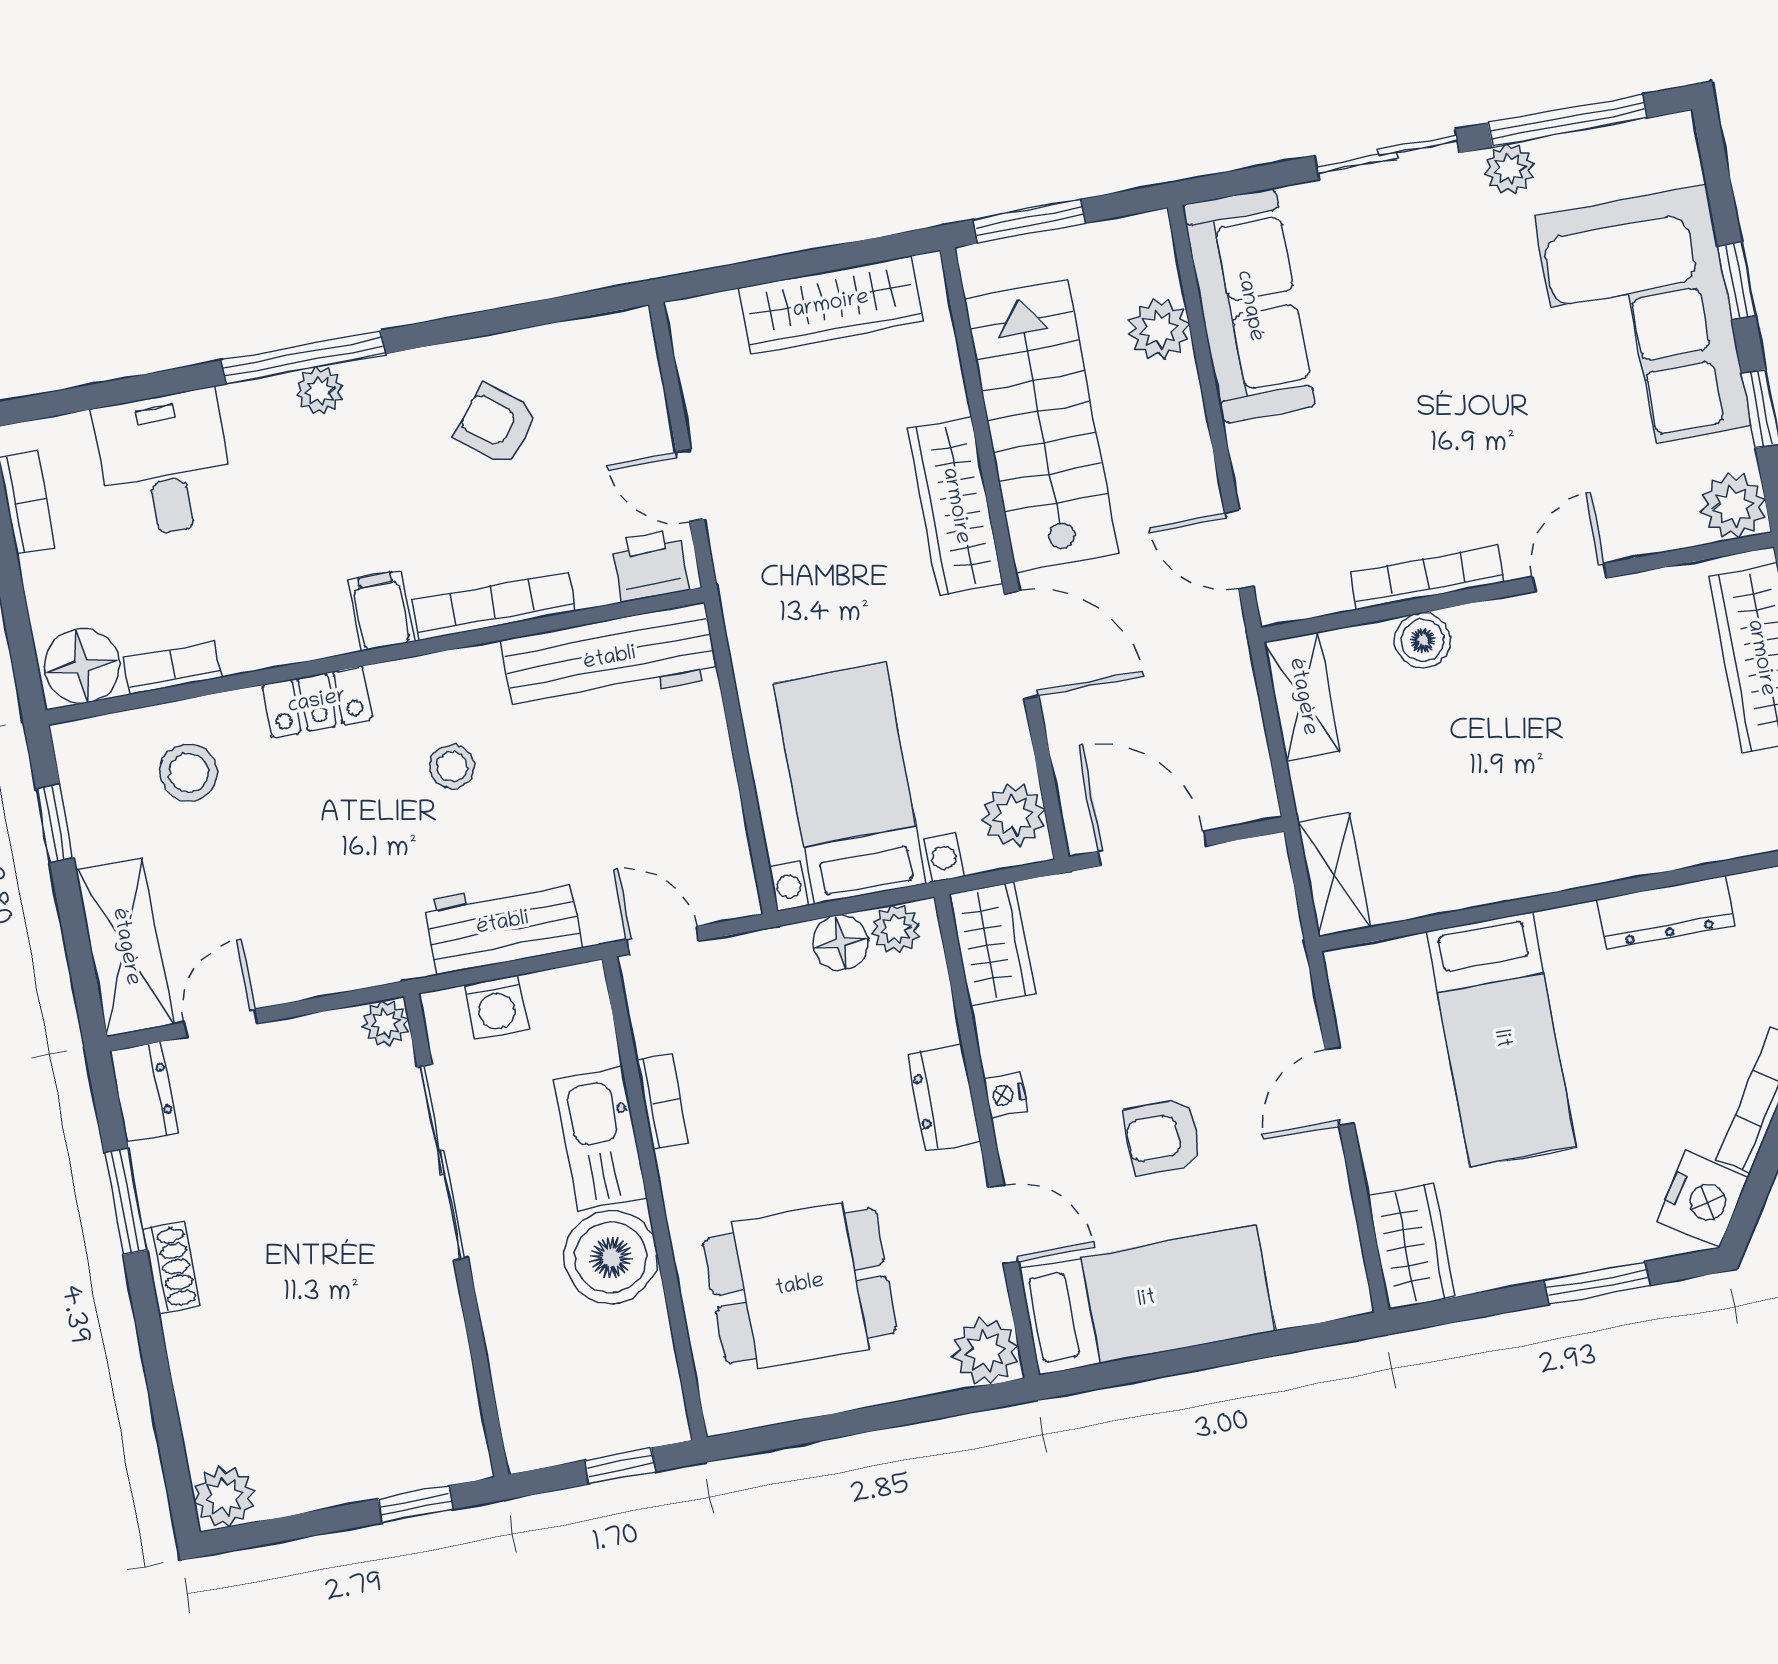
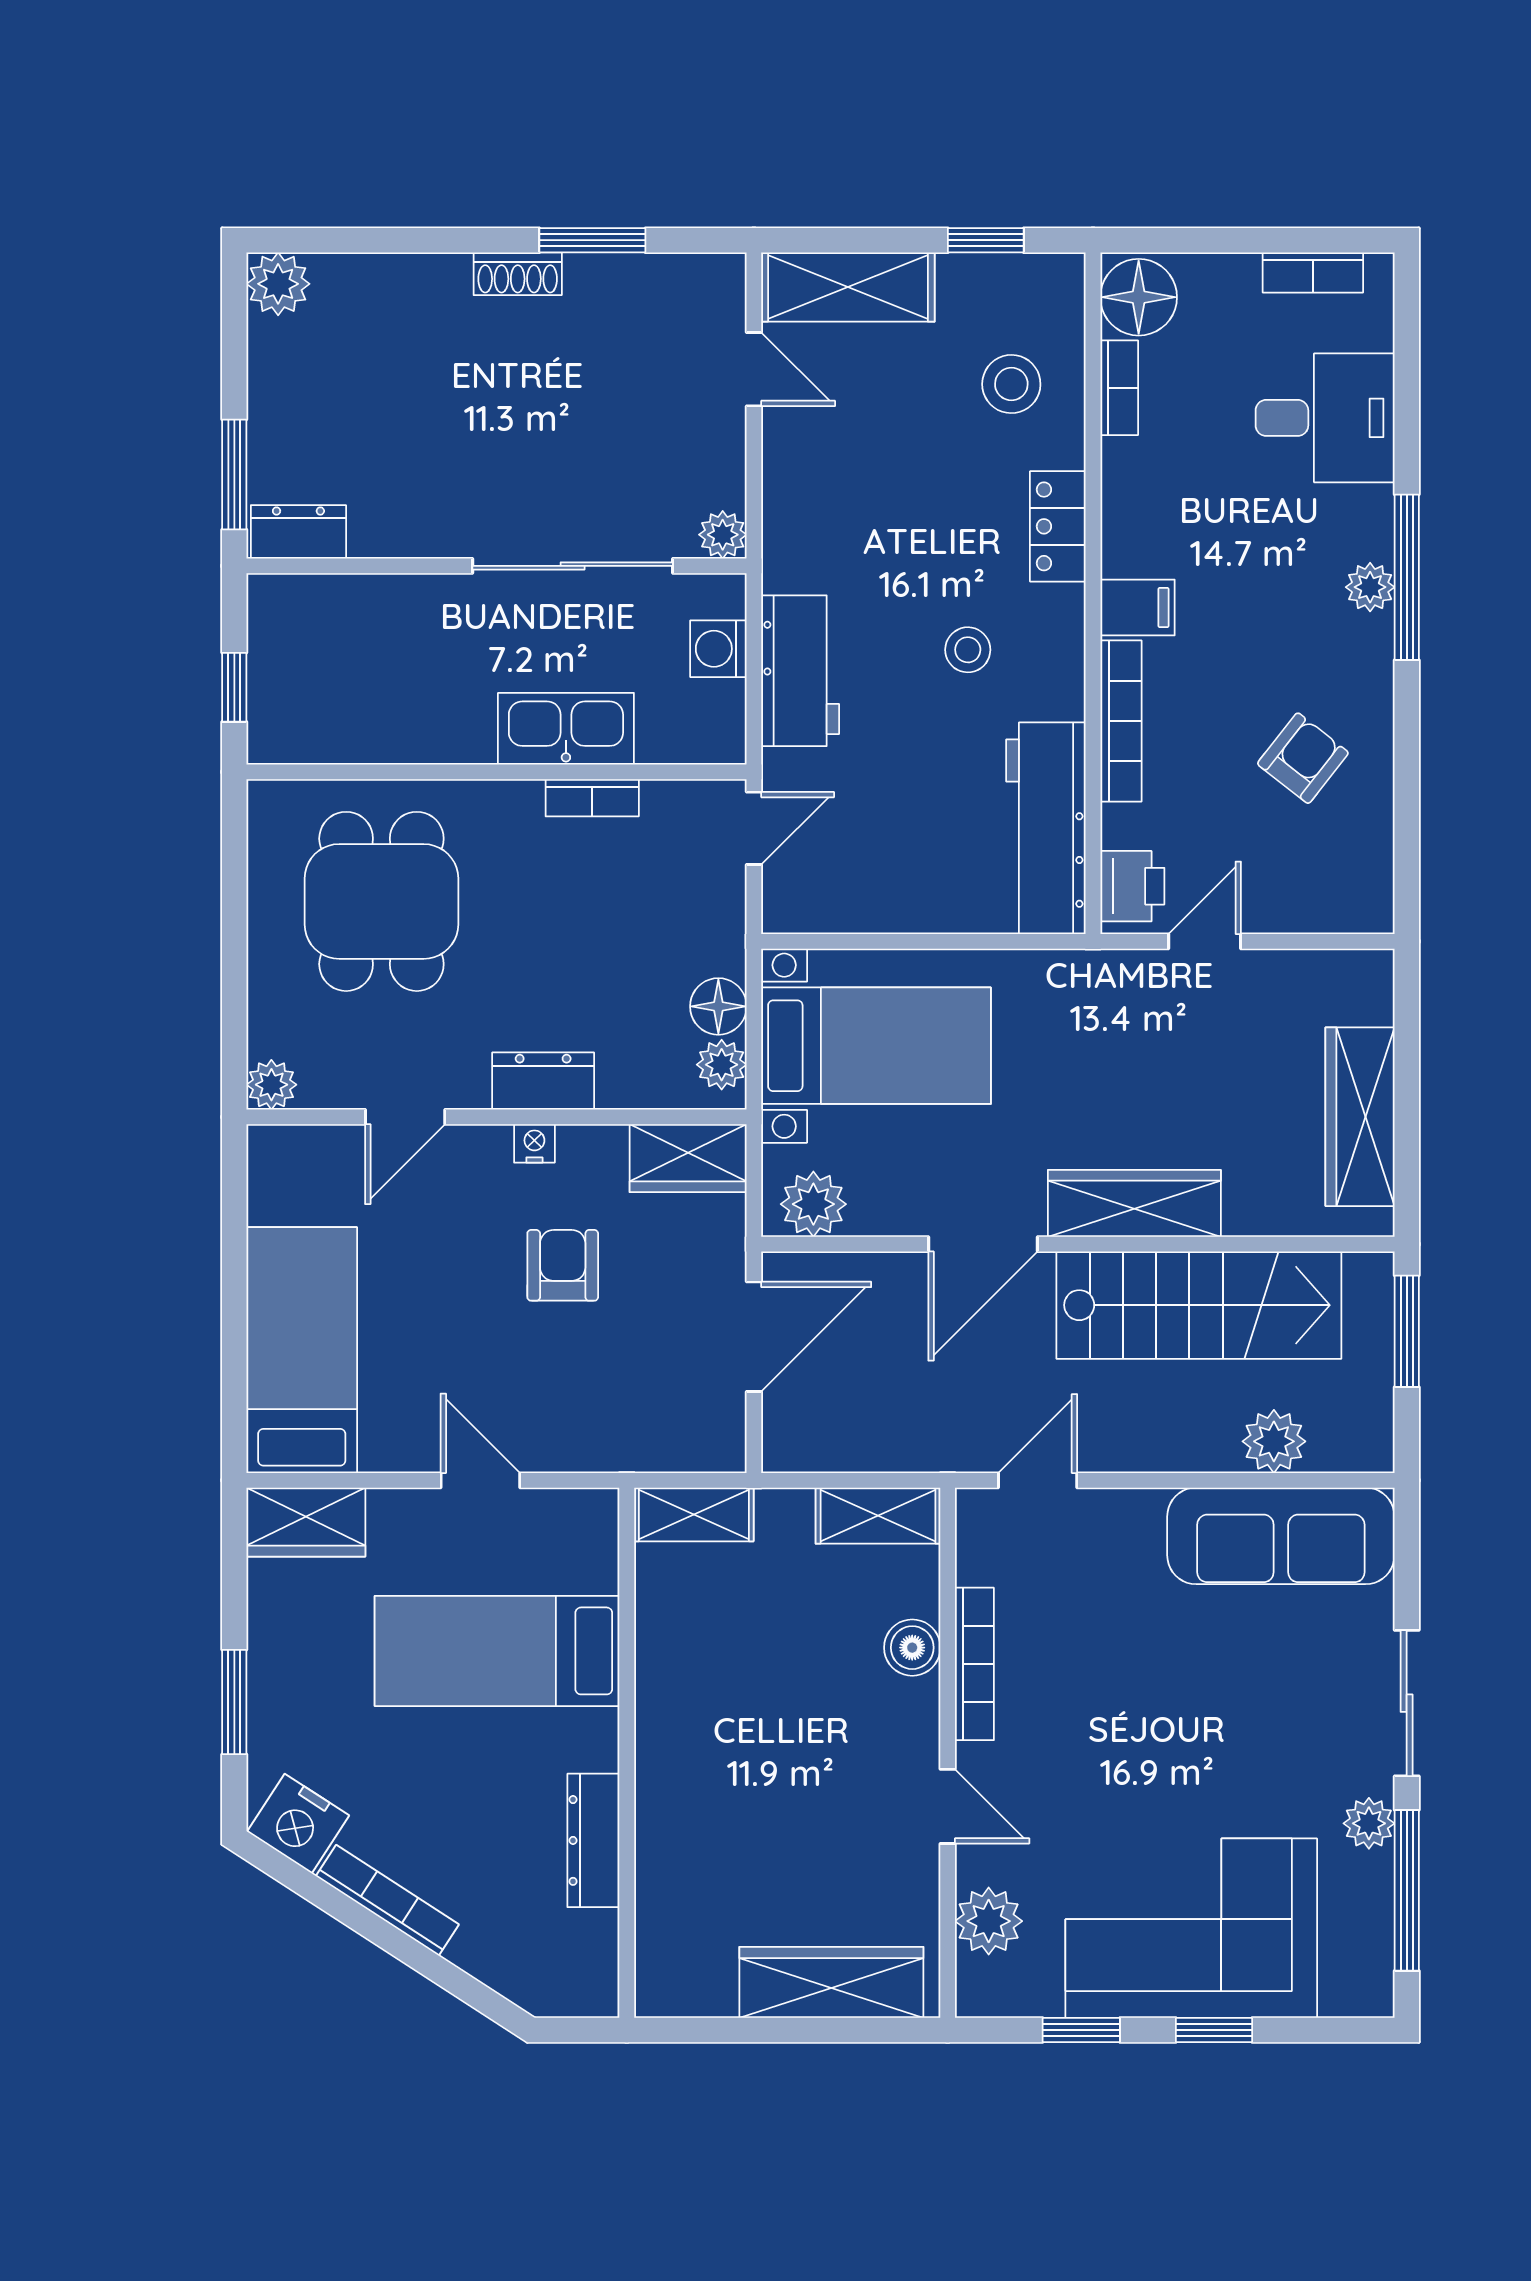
plant: (1733, 506) -> (989, 1921), moved
dresser: (144, 1092) -> (298, 532), moved, turned 180
armchair: (1163, 1137) -> (563, 1265), moved
boiler: (611, 1257) -> (445, 717), removed
bed: (1147, 1300) -> (302, 1350), moved, turned 180
plant: (986, 1351) -> (271, 1085), width x0.73, depth x0.73
window: (416, 1504) -> (234, 474), width x1.50

